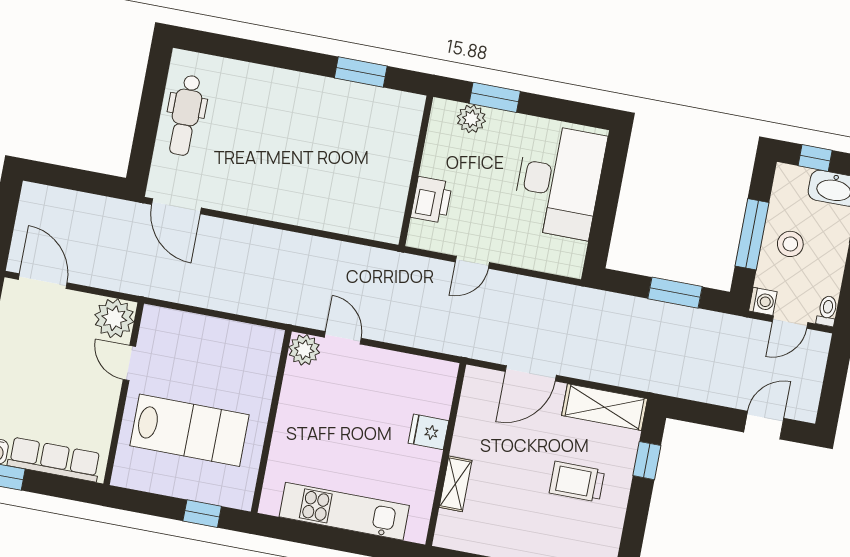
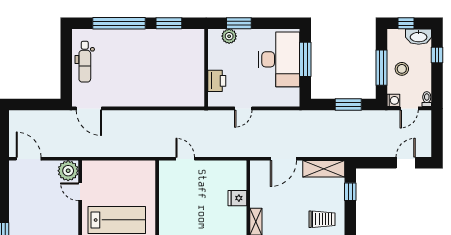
window: (265, 54) -> (119, 23), added
window: (609, 191) -> (305, 59), added
plant: (304, 350) -> (167, 169), removed
trolley: (577, 482) -> (322, 219), moved, turned 180

